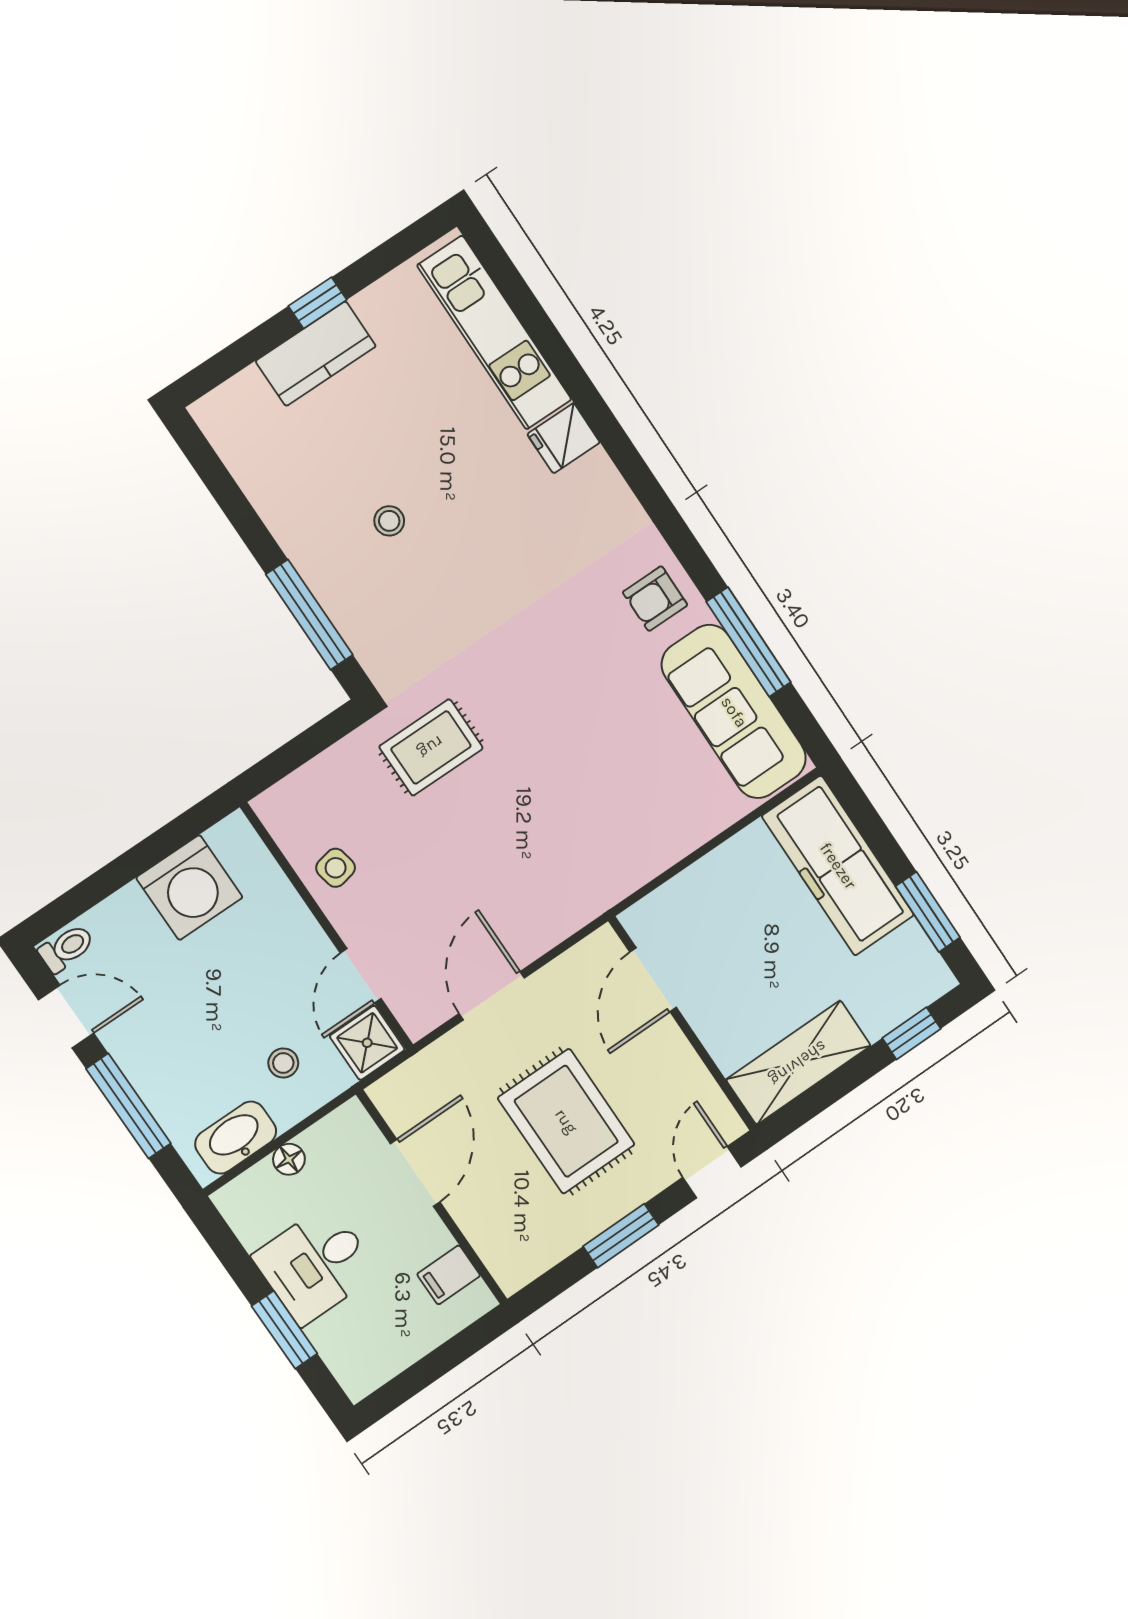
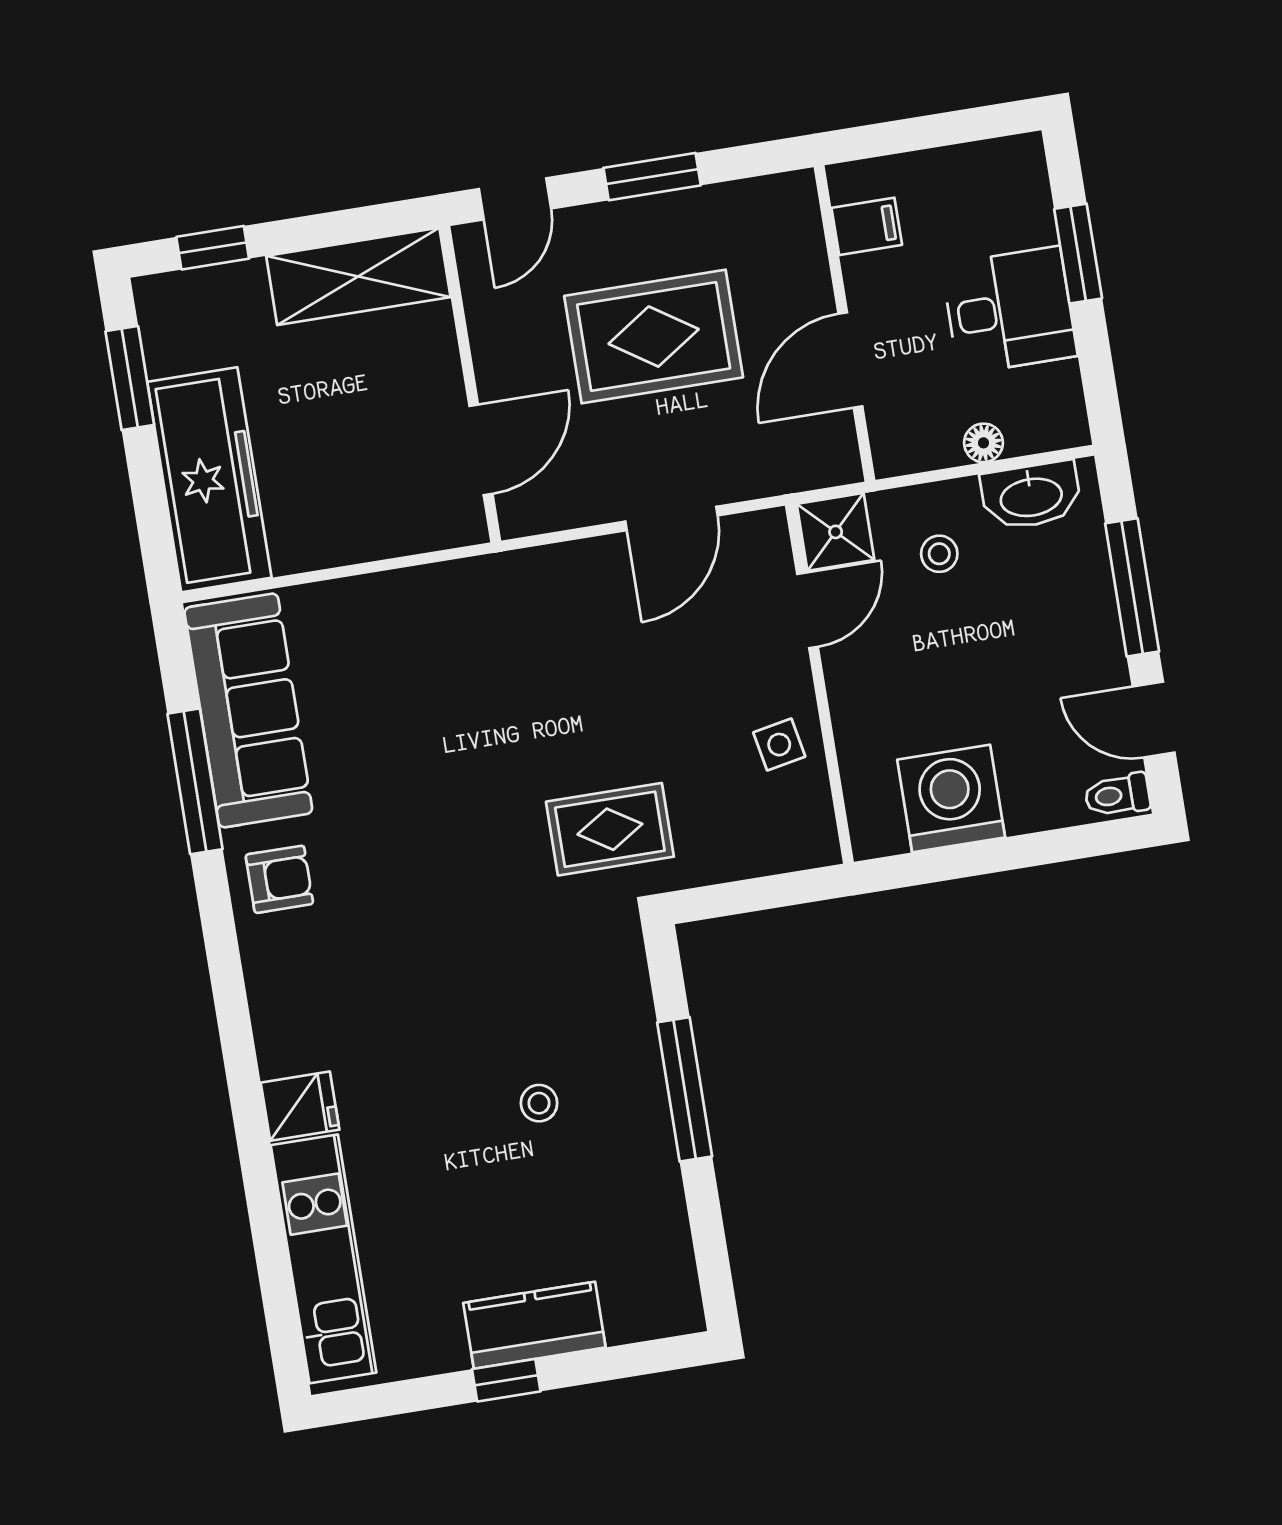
window: (309, 615) -> (685, 1089), moved
rug: (566, 1121) -> (654, 337), turned 90

